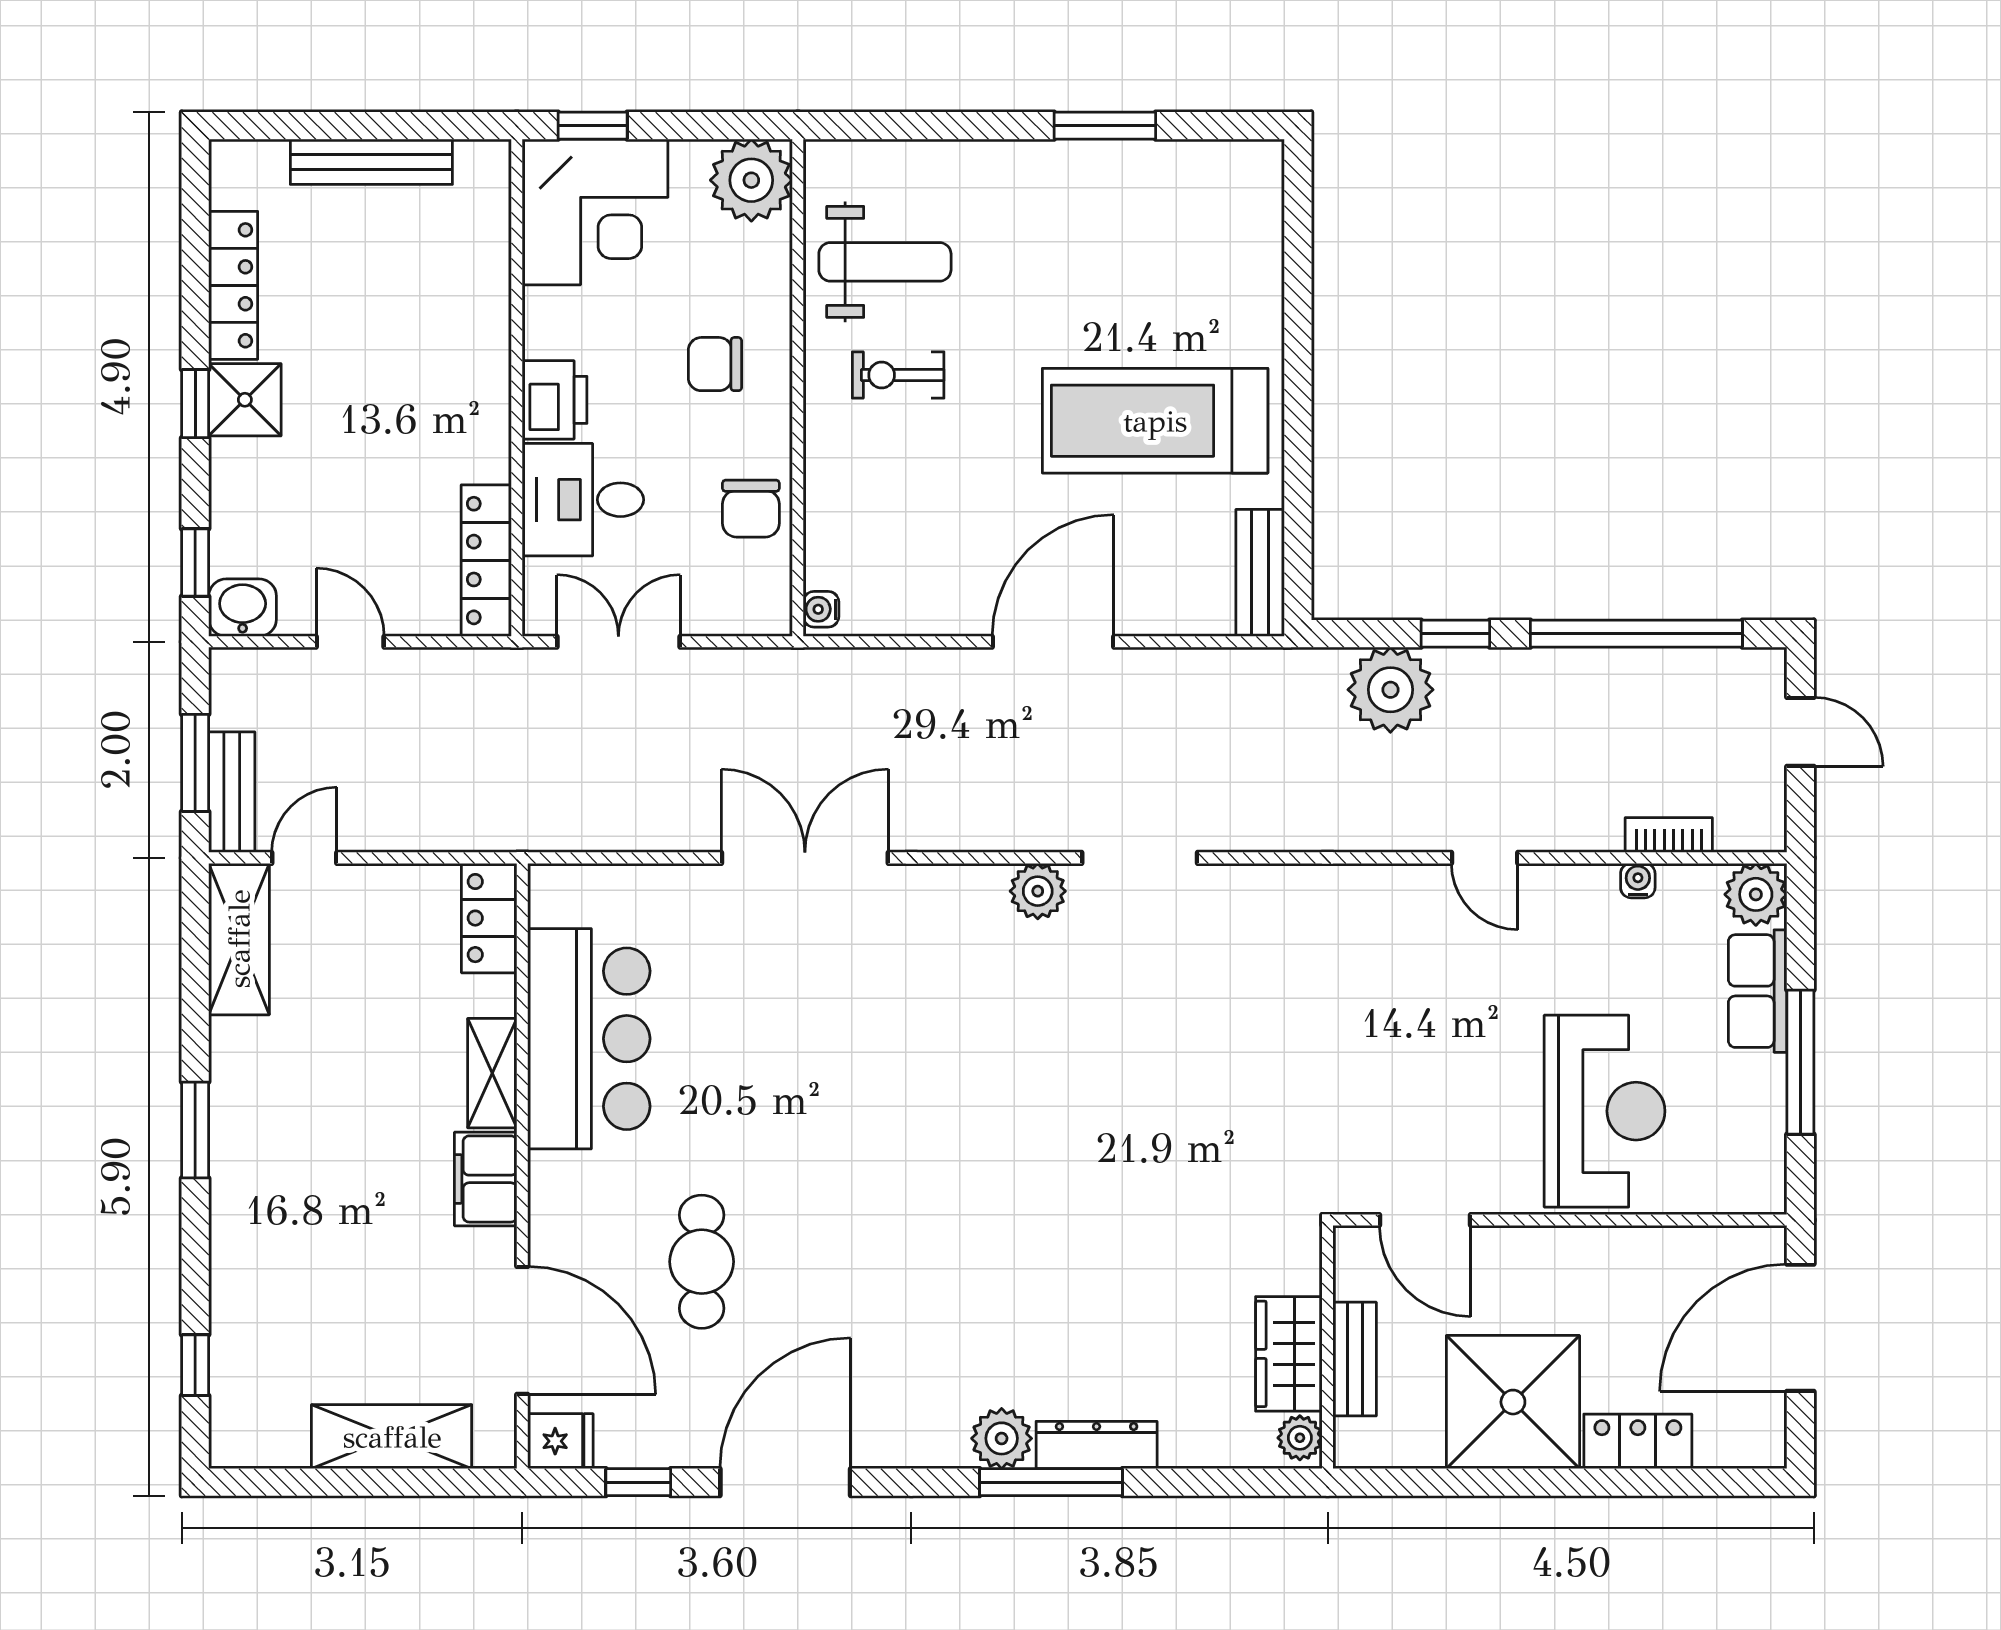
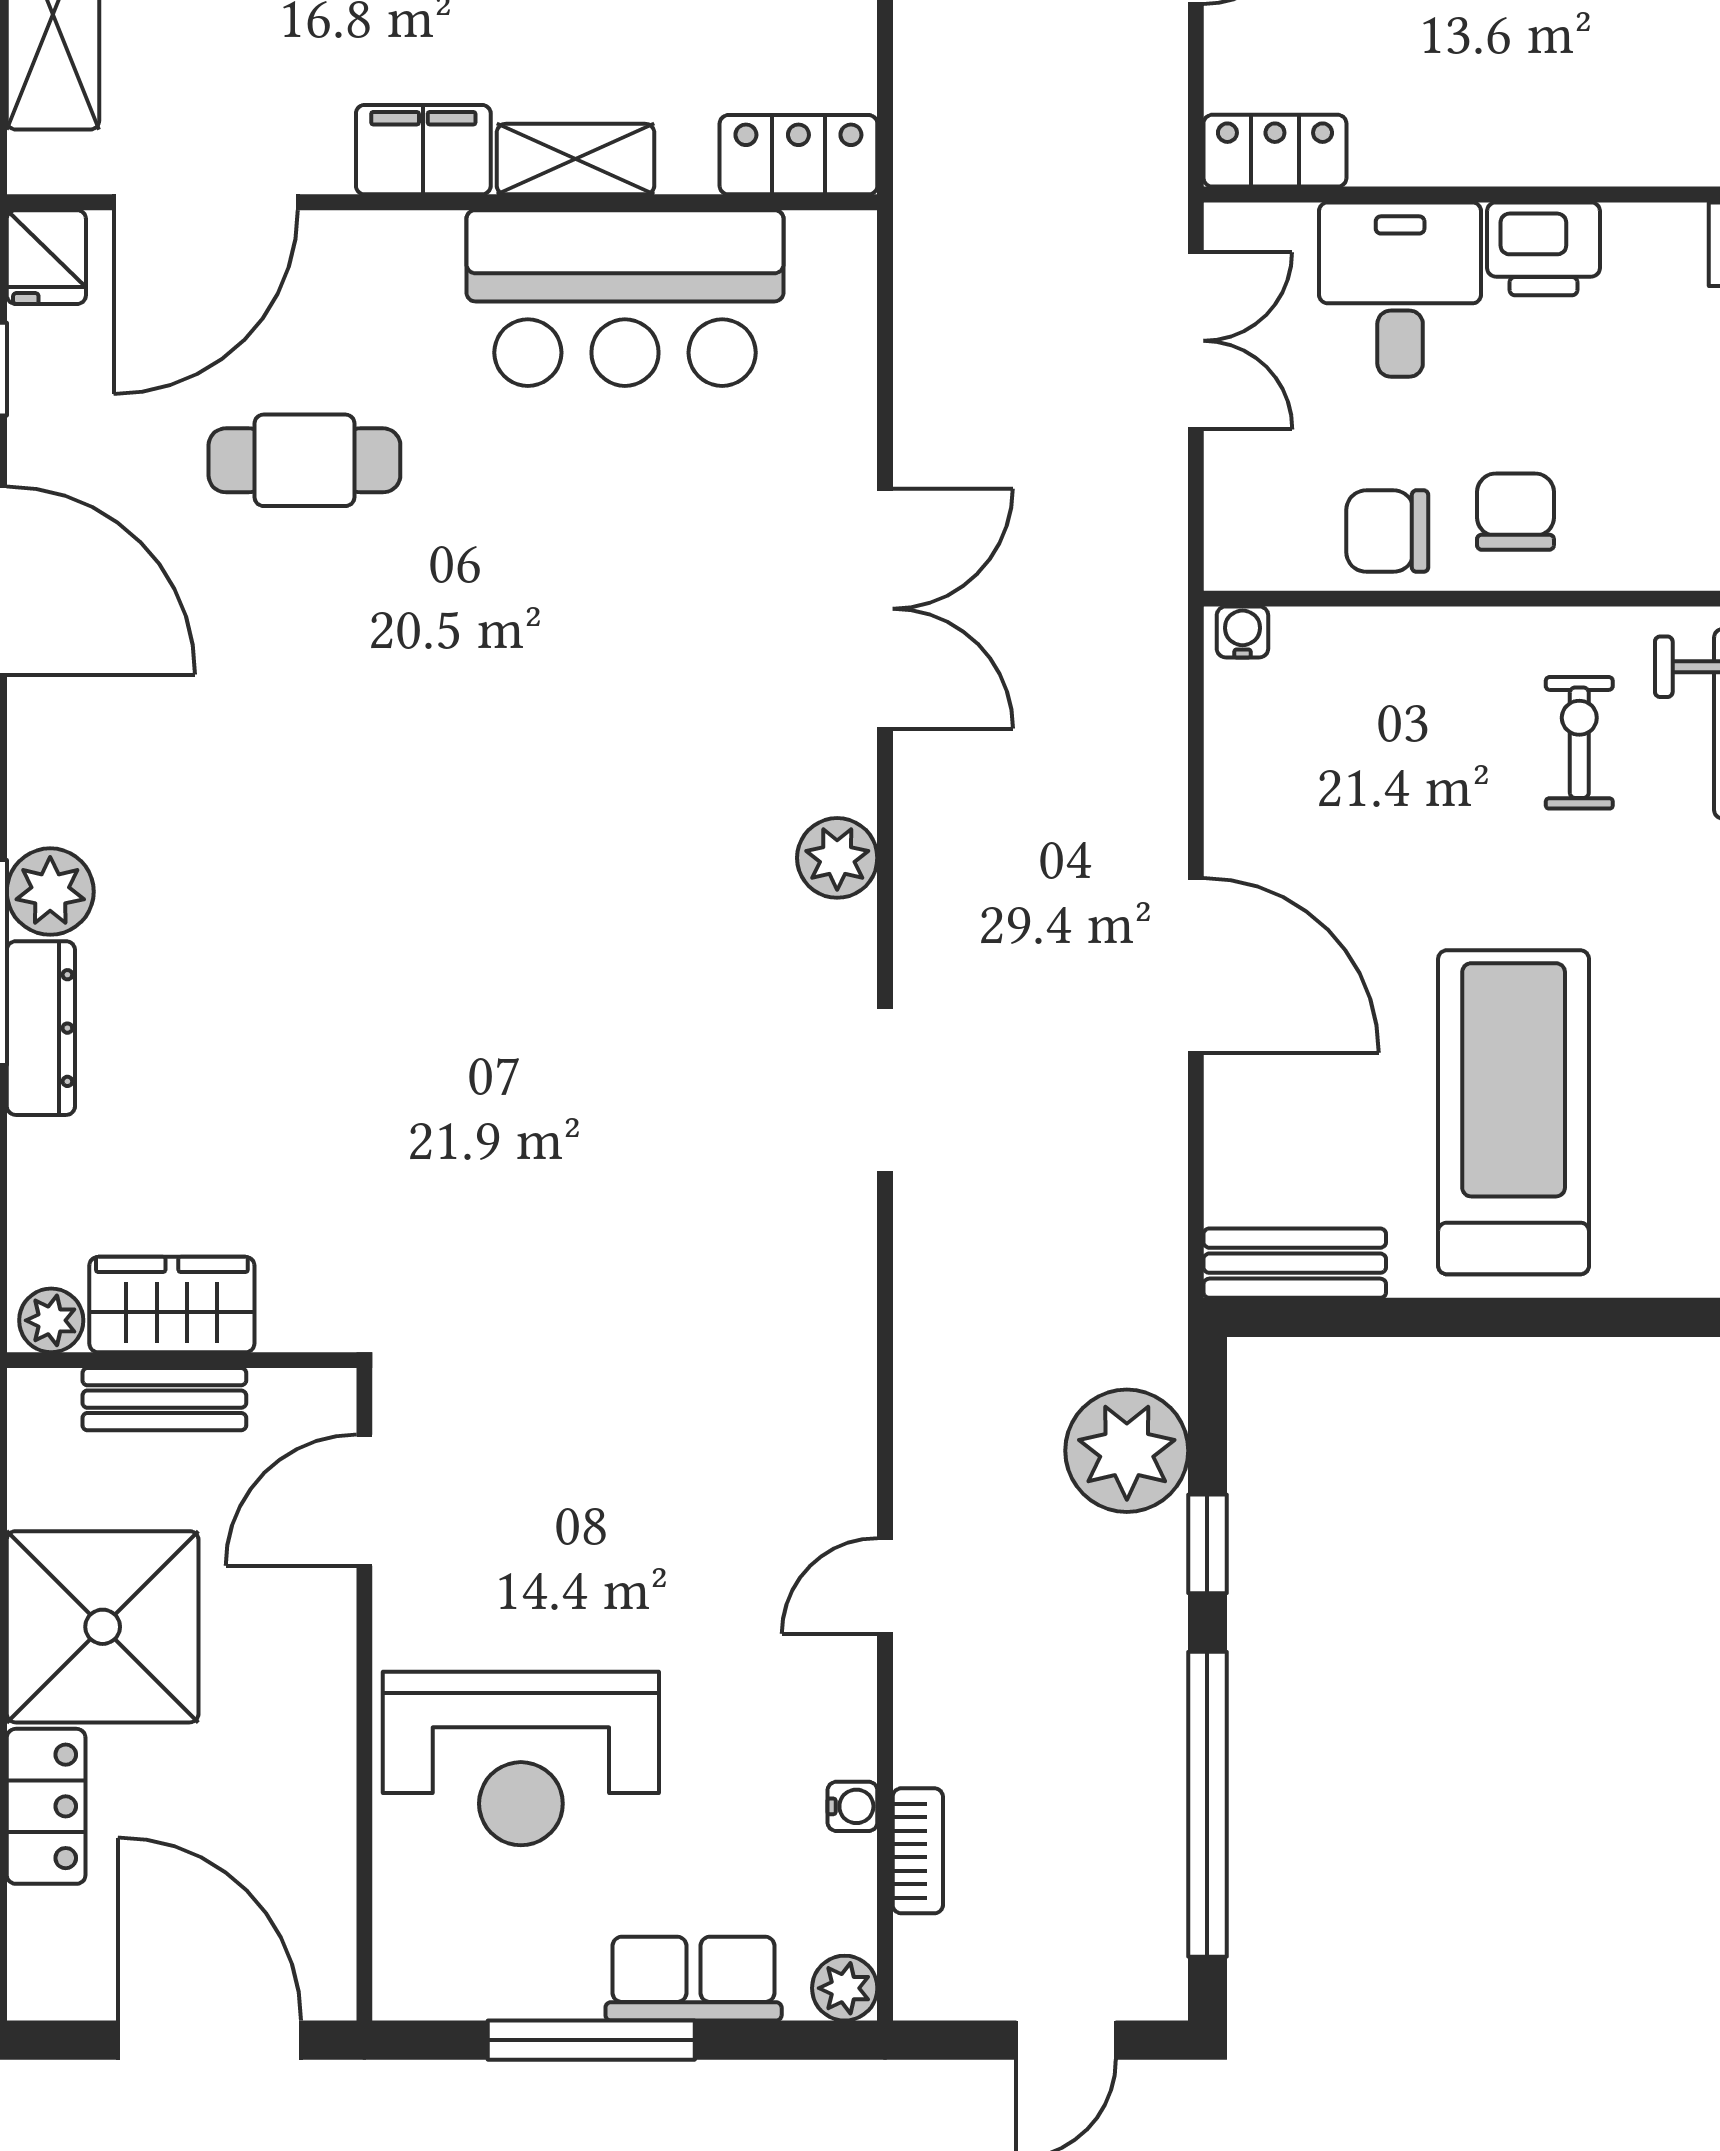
chair: (715, 364) -> (1515, 512), moved
locker: (486, 561) -> (1275, 151), width x0.66
plant: (1038, 891) -> (837, 858), moved
plant: (1756, 894) -> (845, 1988), width x0.73, depth x0.73

